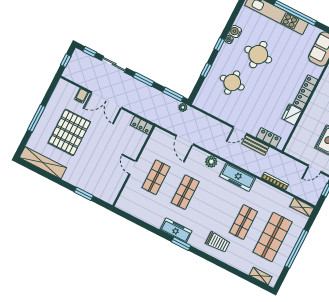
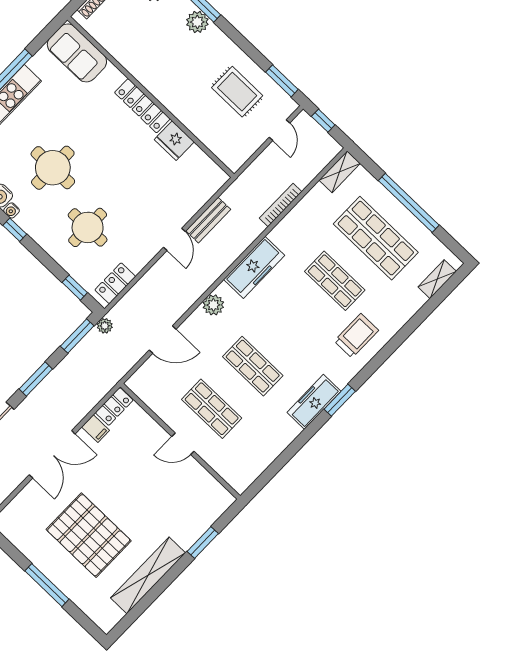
window: (206, 70) -> (75, 288), moved
filing cabinet: (82, 96) -> (96, 429), moved
locker: (269, 138) -> (115, 283), moved
shelving: (43, 163) -> (148, 575), moved

